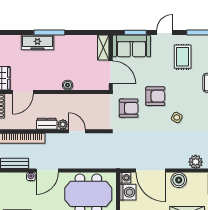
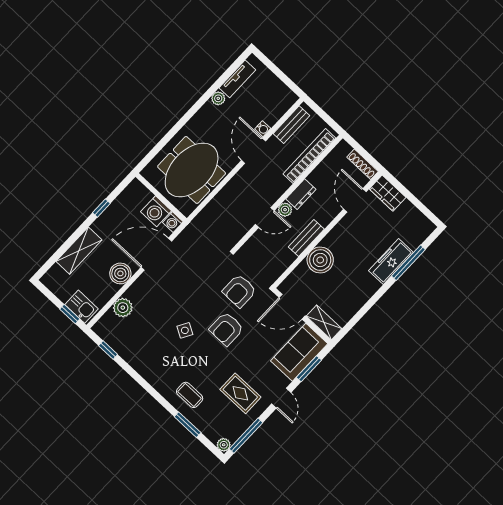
window: (49, 33) -> (408, 263), moved
boiler: (68, 85) -> (320, 260), width x1.86, depth x1.86
bench: (67, 99) -> (306, 238), added

